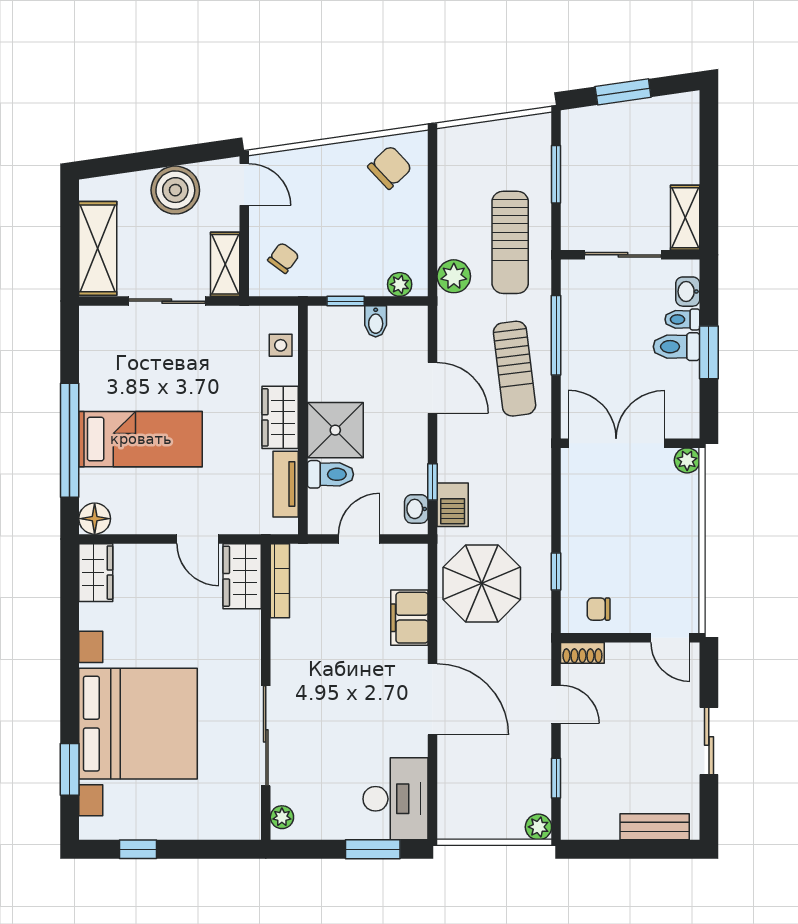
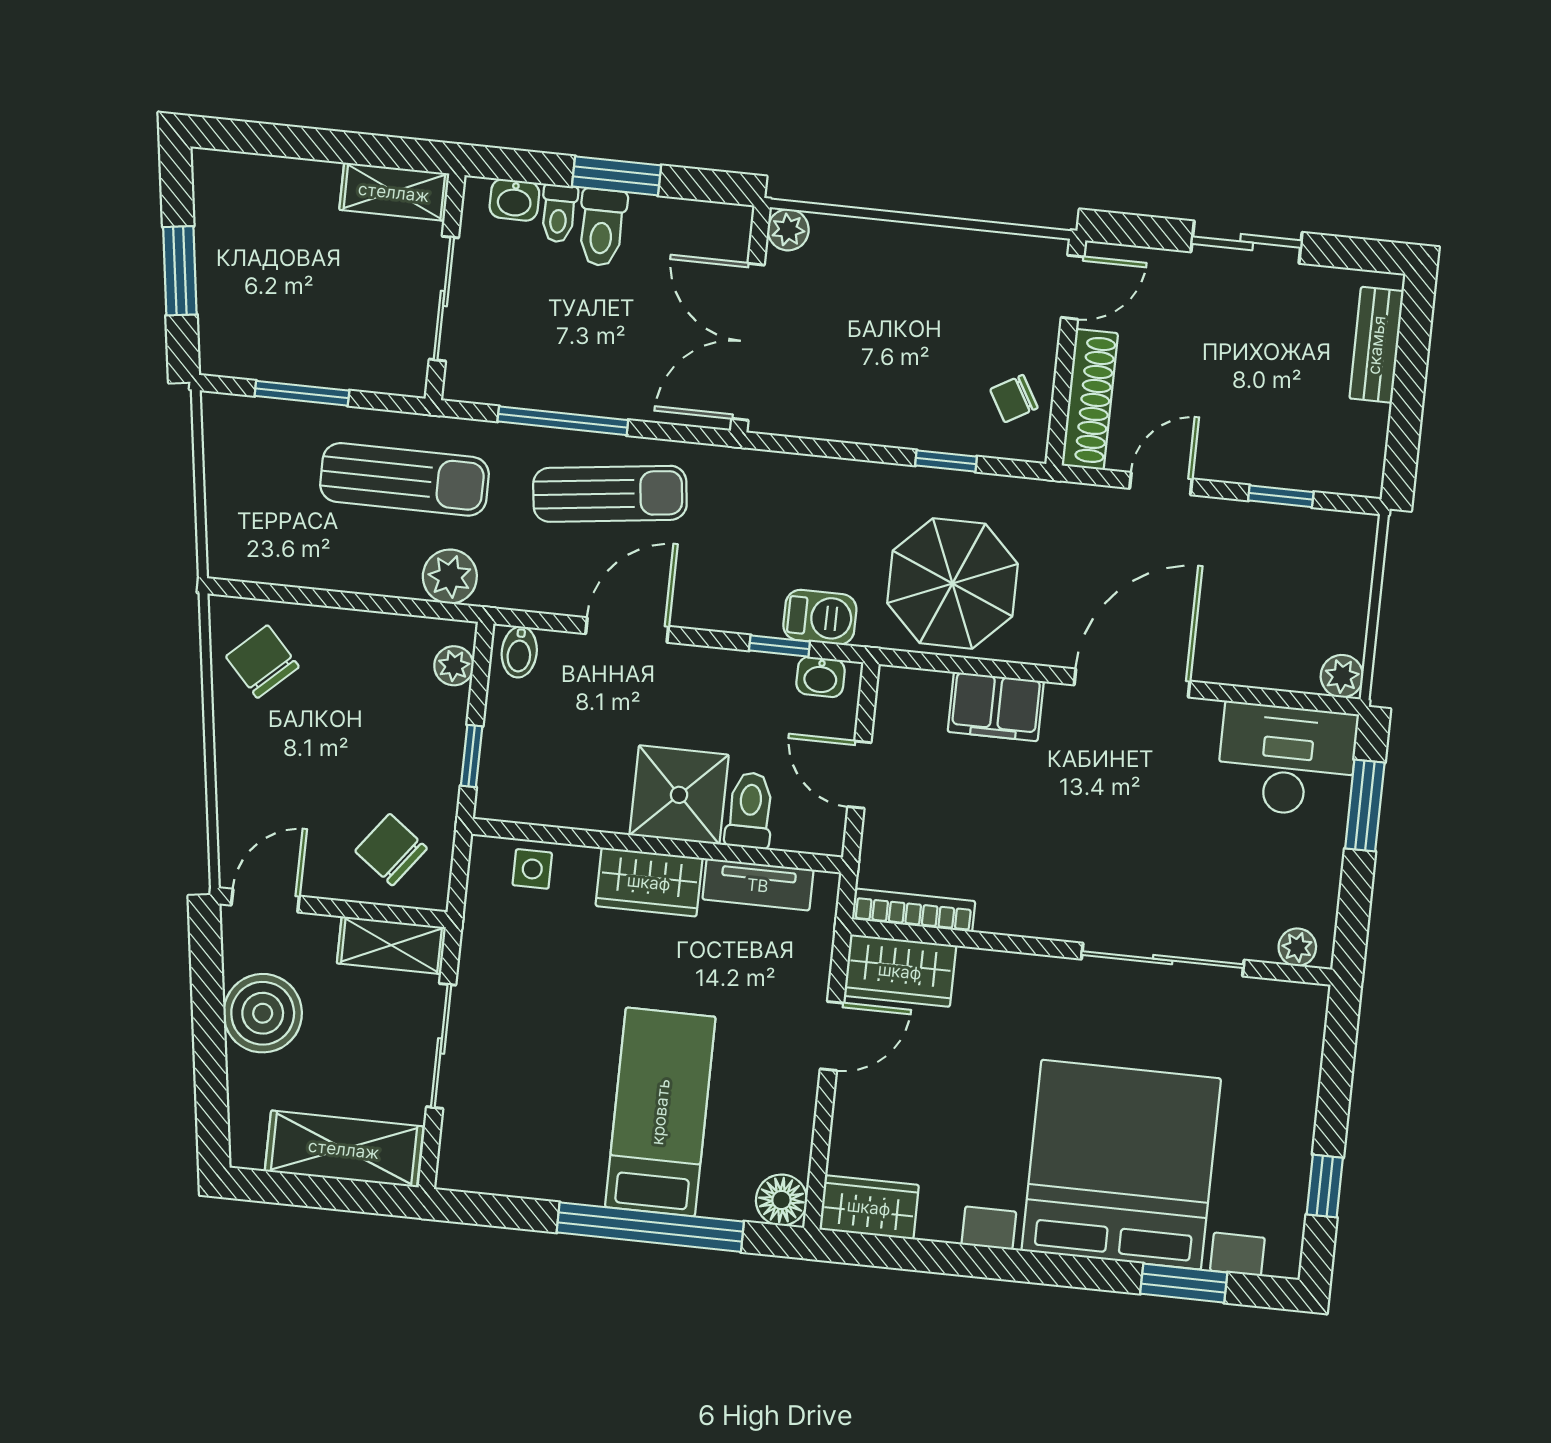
chair: (283, 258) -> (391, 850), width x1.37, depth x1.37
bidet: (376, 321) -> (519, 652), moved, turned 90
chair: (599, 609) -> (1014, 399), turned 60
shoe rack: (582, 653) -> (1090, 399), width x1.94, depth x1.24
plant: (538, 827) -> (1342, 676), moved

